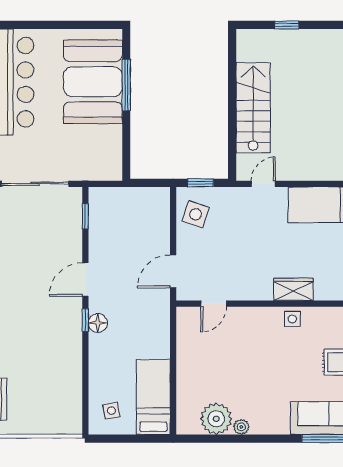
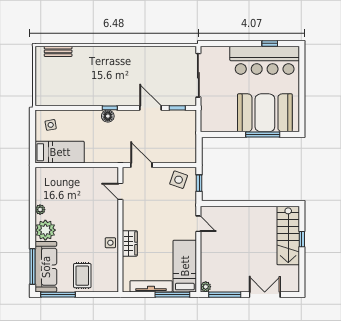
stairs: (253, 108) -> (288, 236), moved, turned 90
door: (85, 280) -> (150, 108), moved
plant: (216, 419) -> (45, 230), moved

